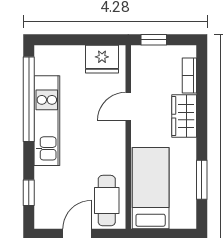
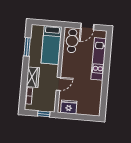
window: (29, 99) -> (104, 91), removed
kitchen unit: (47, 121) -> (99, 59), moved
window: (29, 193) -> (108, 48), removed

